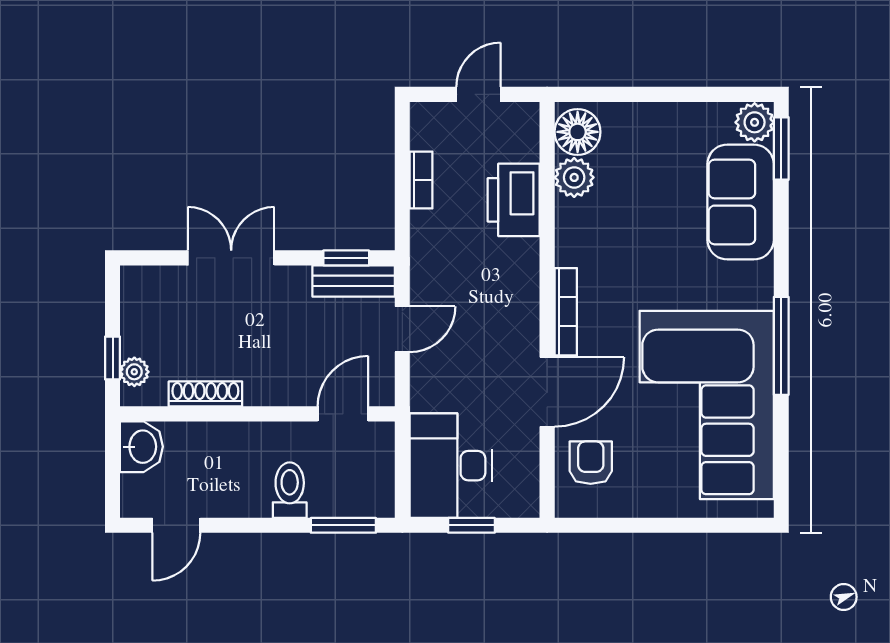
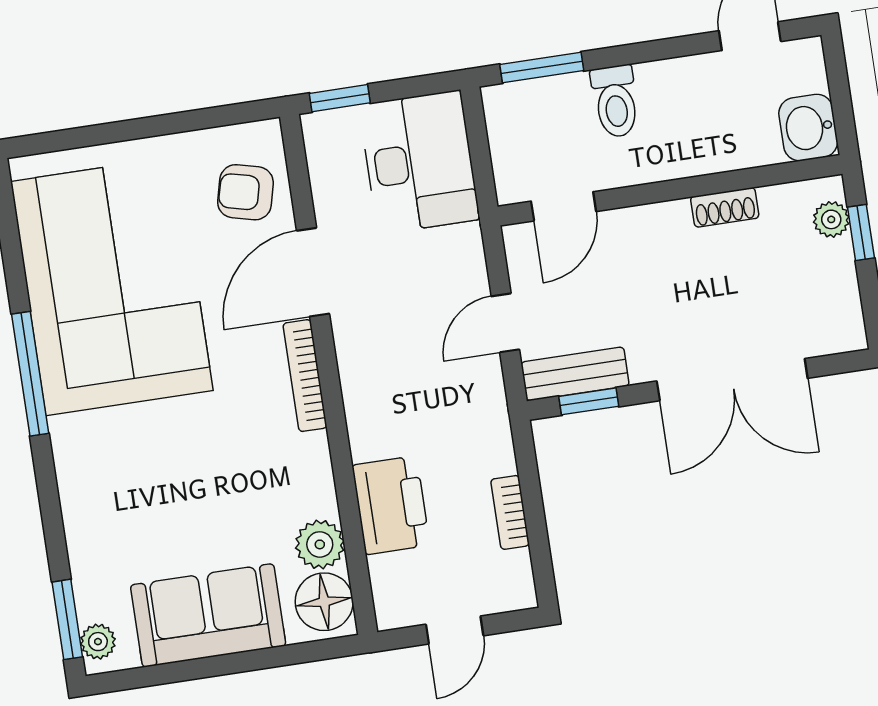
plant: (755, 122) -> (98, 642), width x0.73, depth x0.73
sofa: (741, 202) -> (208, 615), moved, turned -90
double door: (231, 258) -> (732, 380), width x1.37
shoe rack: (205, 394) -> (725, 207), width x0.70
armchair: (591, 463) -> (245, 192), turned 104
window: (471, 525) -> (340, 98), moved

